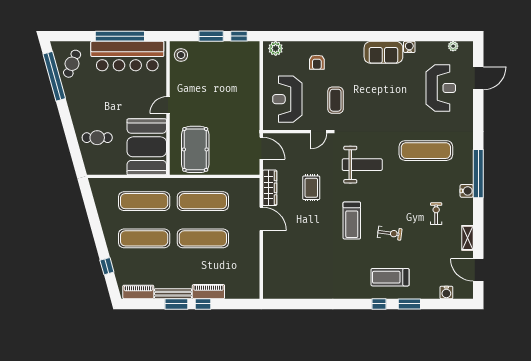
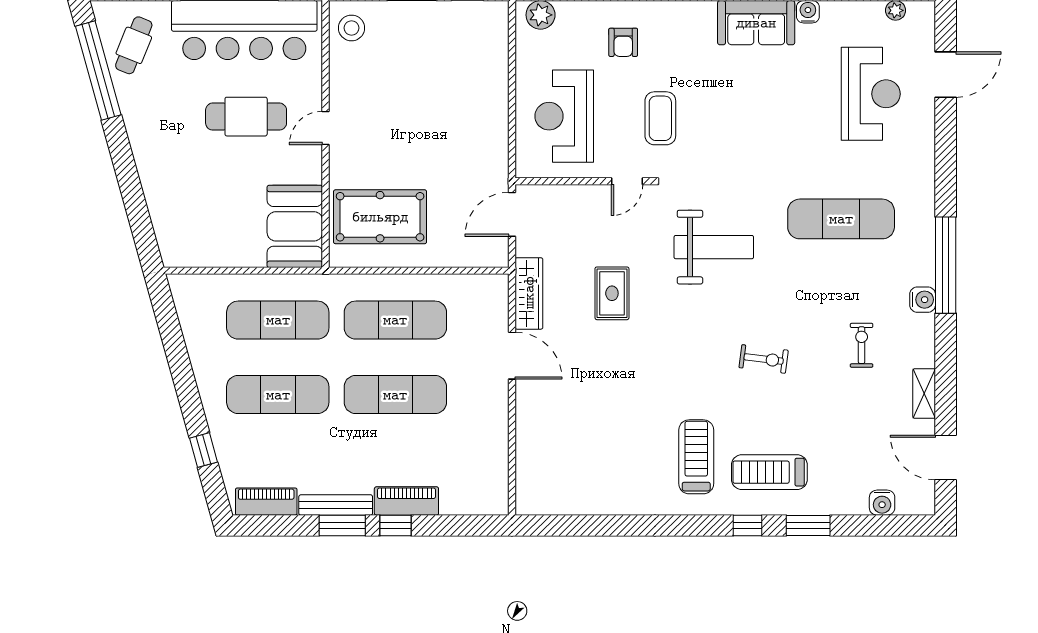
cafe table: (97, 138) -> (246, 117), moved, width x1.37, depth x1.35
booth: (147, 147) -> (295, 226), width x0.73, depth x0.70
door: (261, 148) -> (512, 214), swing flipped
pool table: (195, 149) -> (380, 217), turned 90
treadmill: (352, 221) -> (696, 457), moved, turned 180
exercise bike: (390, 233) -> (764, 359), moved

